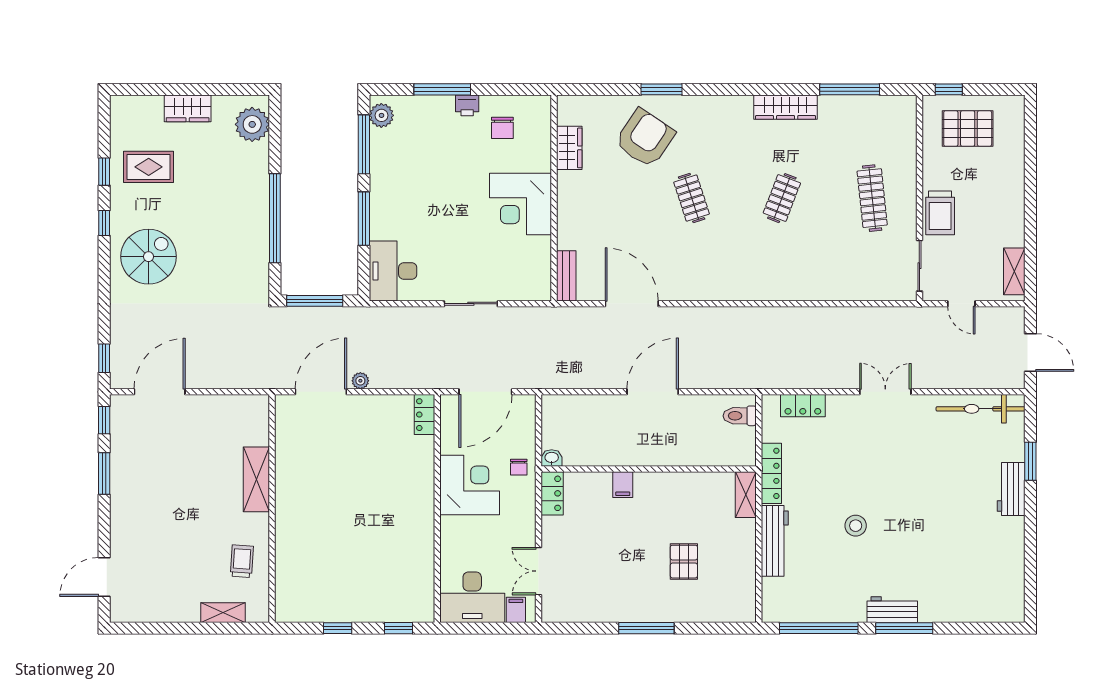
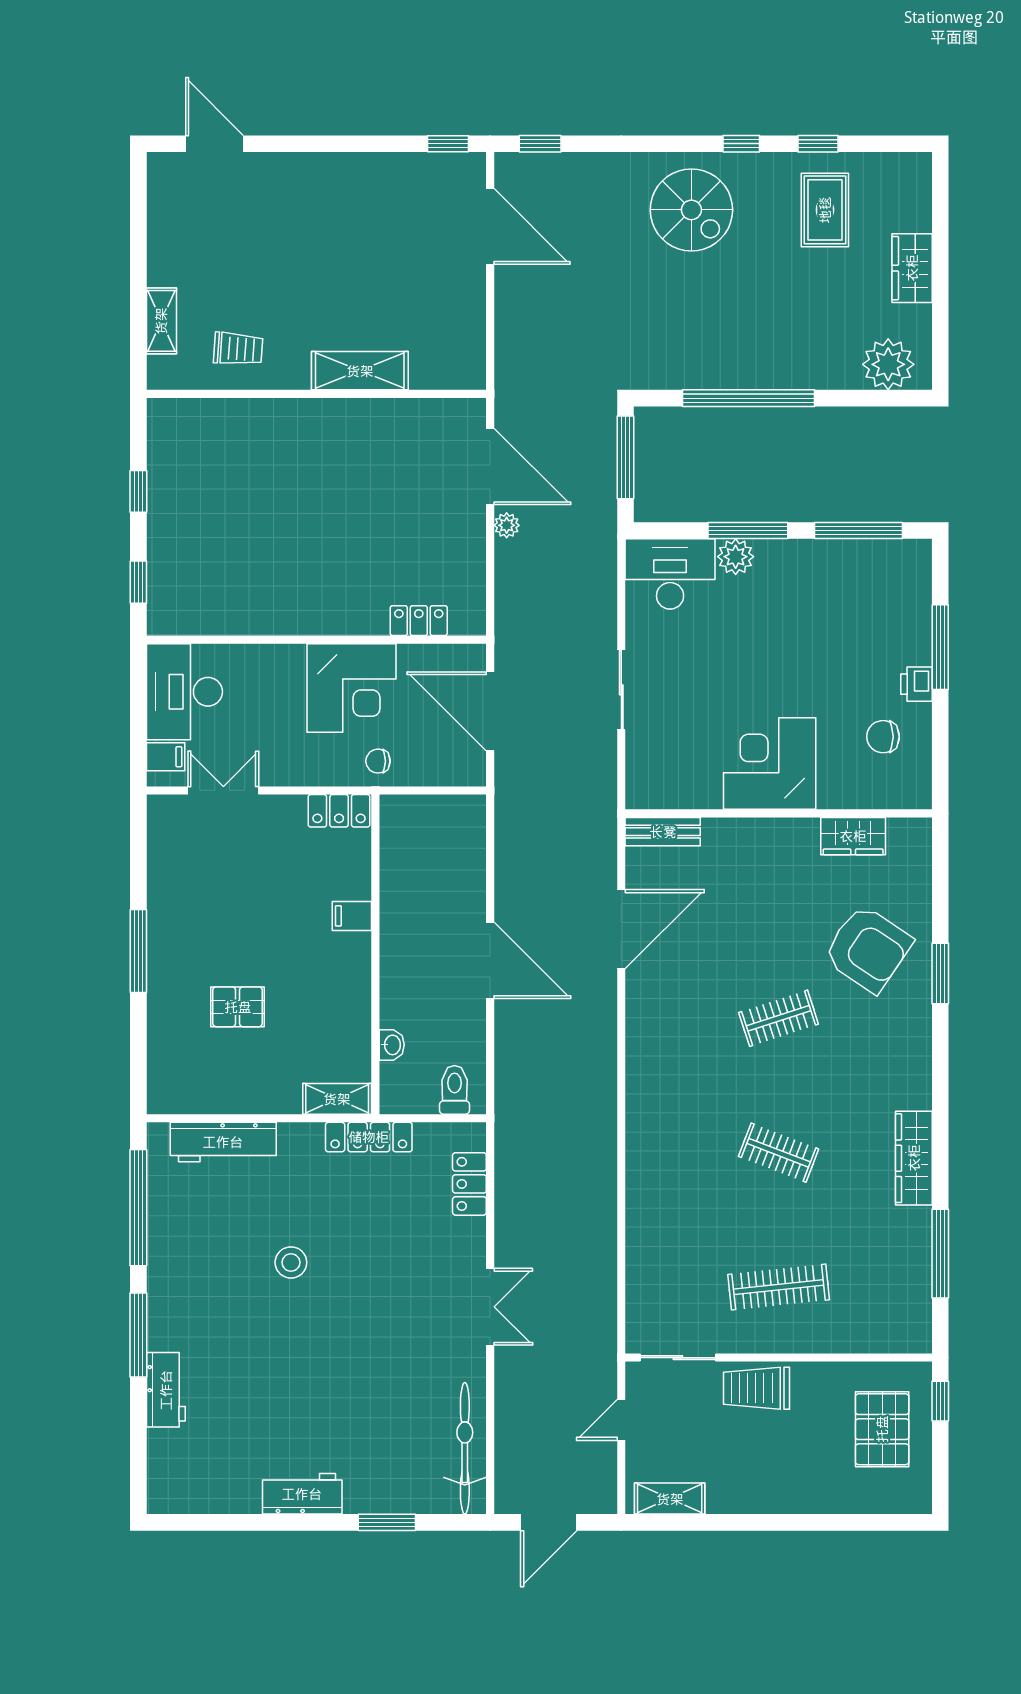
plant: (381, 115) -> (736, 557), moved
locker: (424, 415) -> (419, 621), moved
washbasin: (552, 458) -> (392, 1045), moved
window: (104, 474) -> (368, 144), removed
workbench: (1011, 489) -> (302, 1494), moved
workbench: (775, 541) -> (223, 1142), moved
workbench: (892, 610) -> (166, 1390), moved

